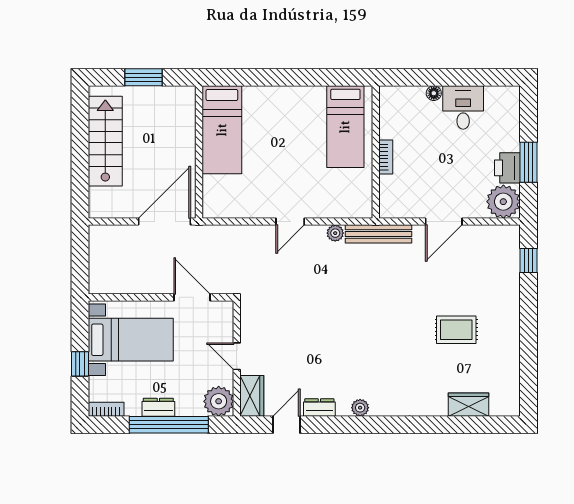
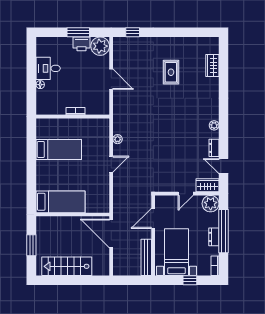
bed: (345, 127) -> (59, 149), moved
door: (290, 222) -> (111, 164), hinge flipped
bench: (378, 234) -> (146, 257), moved

